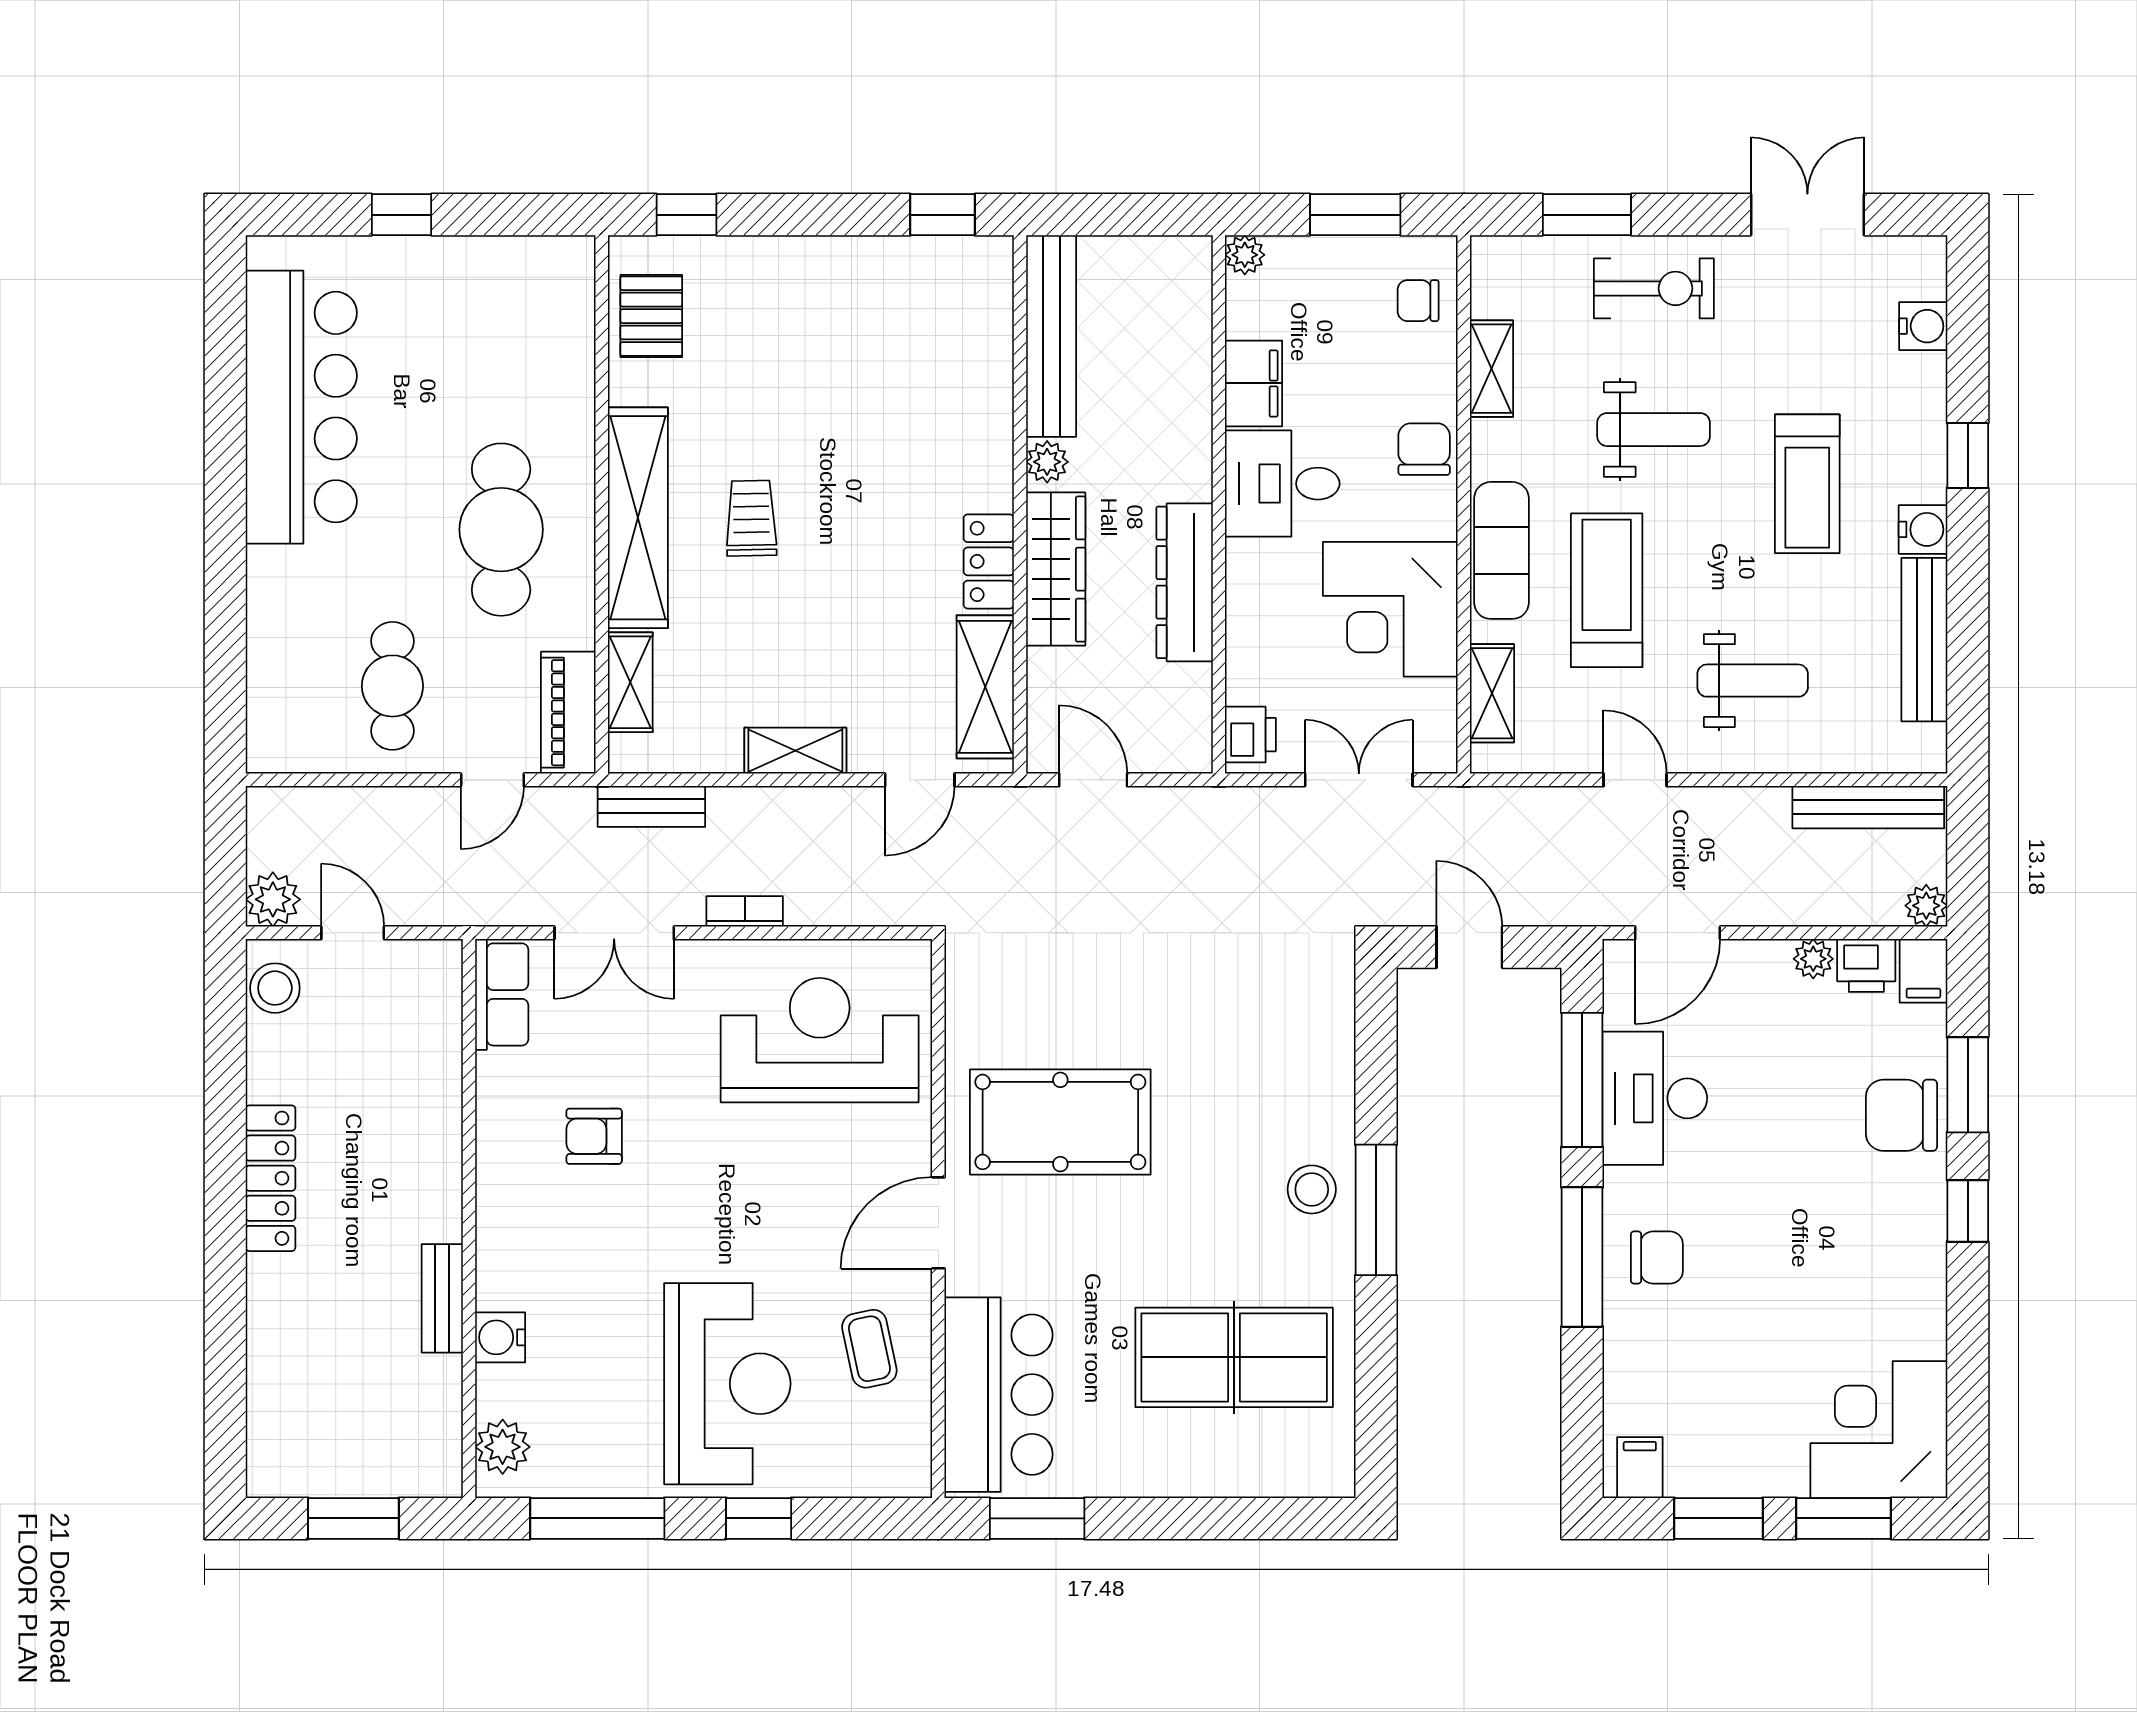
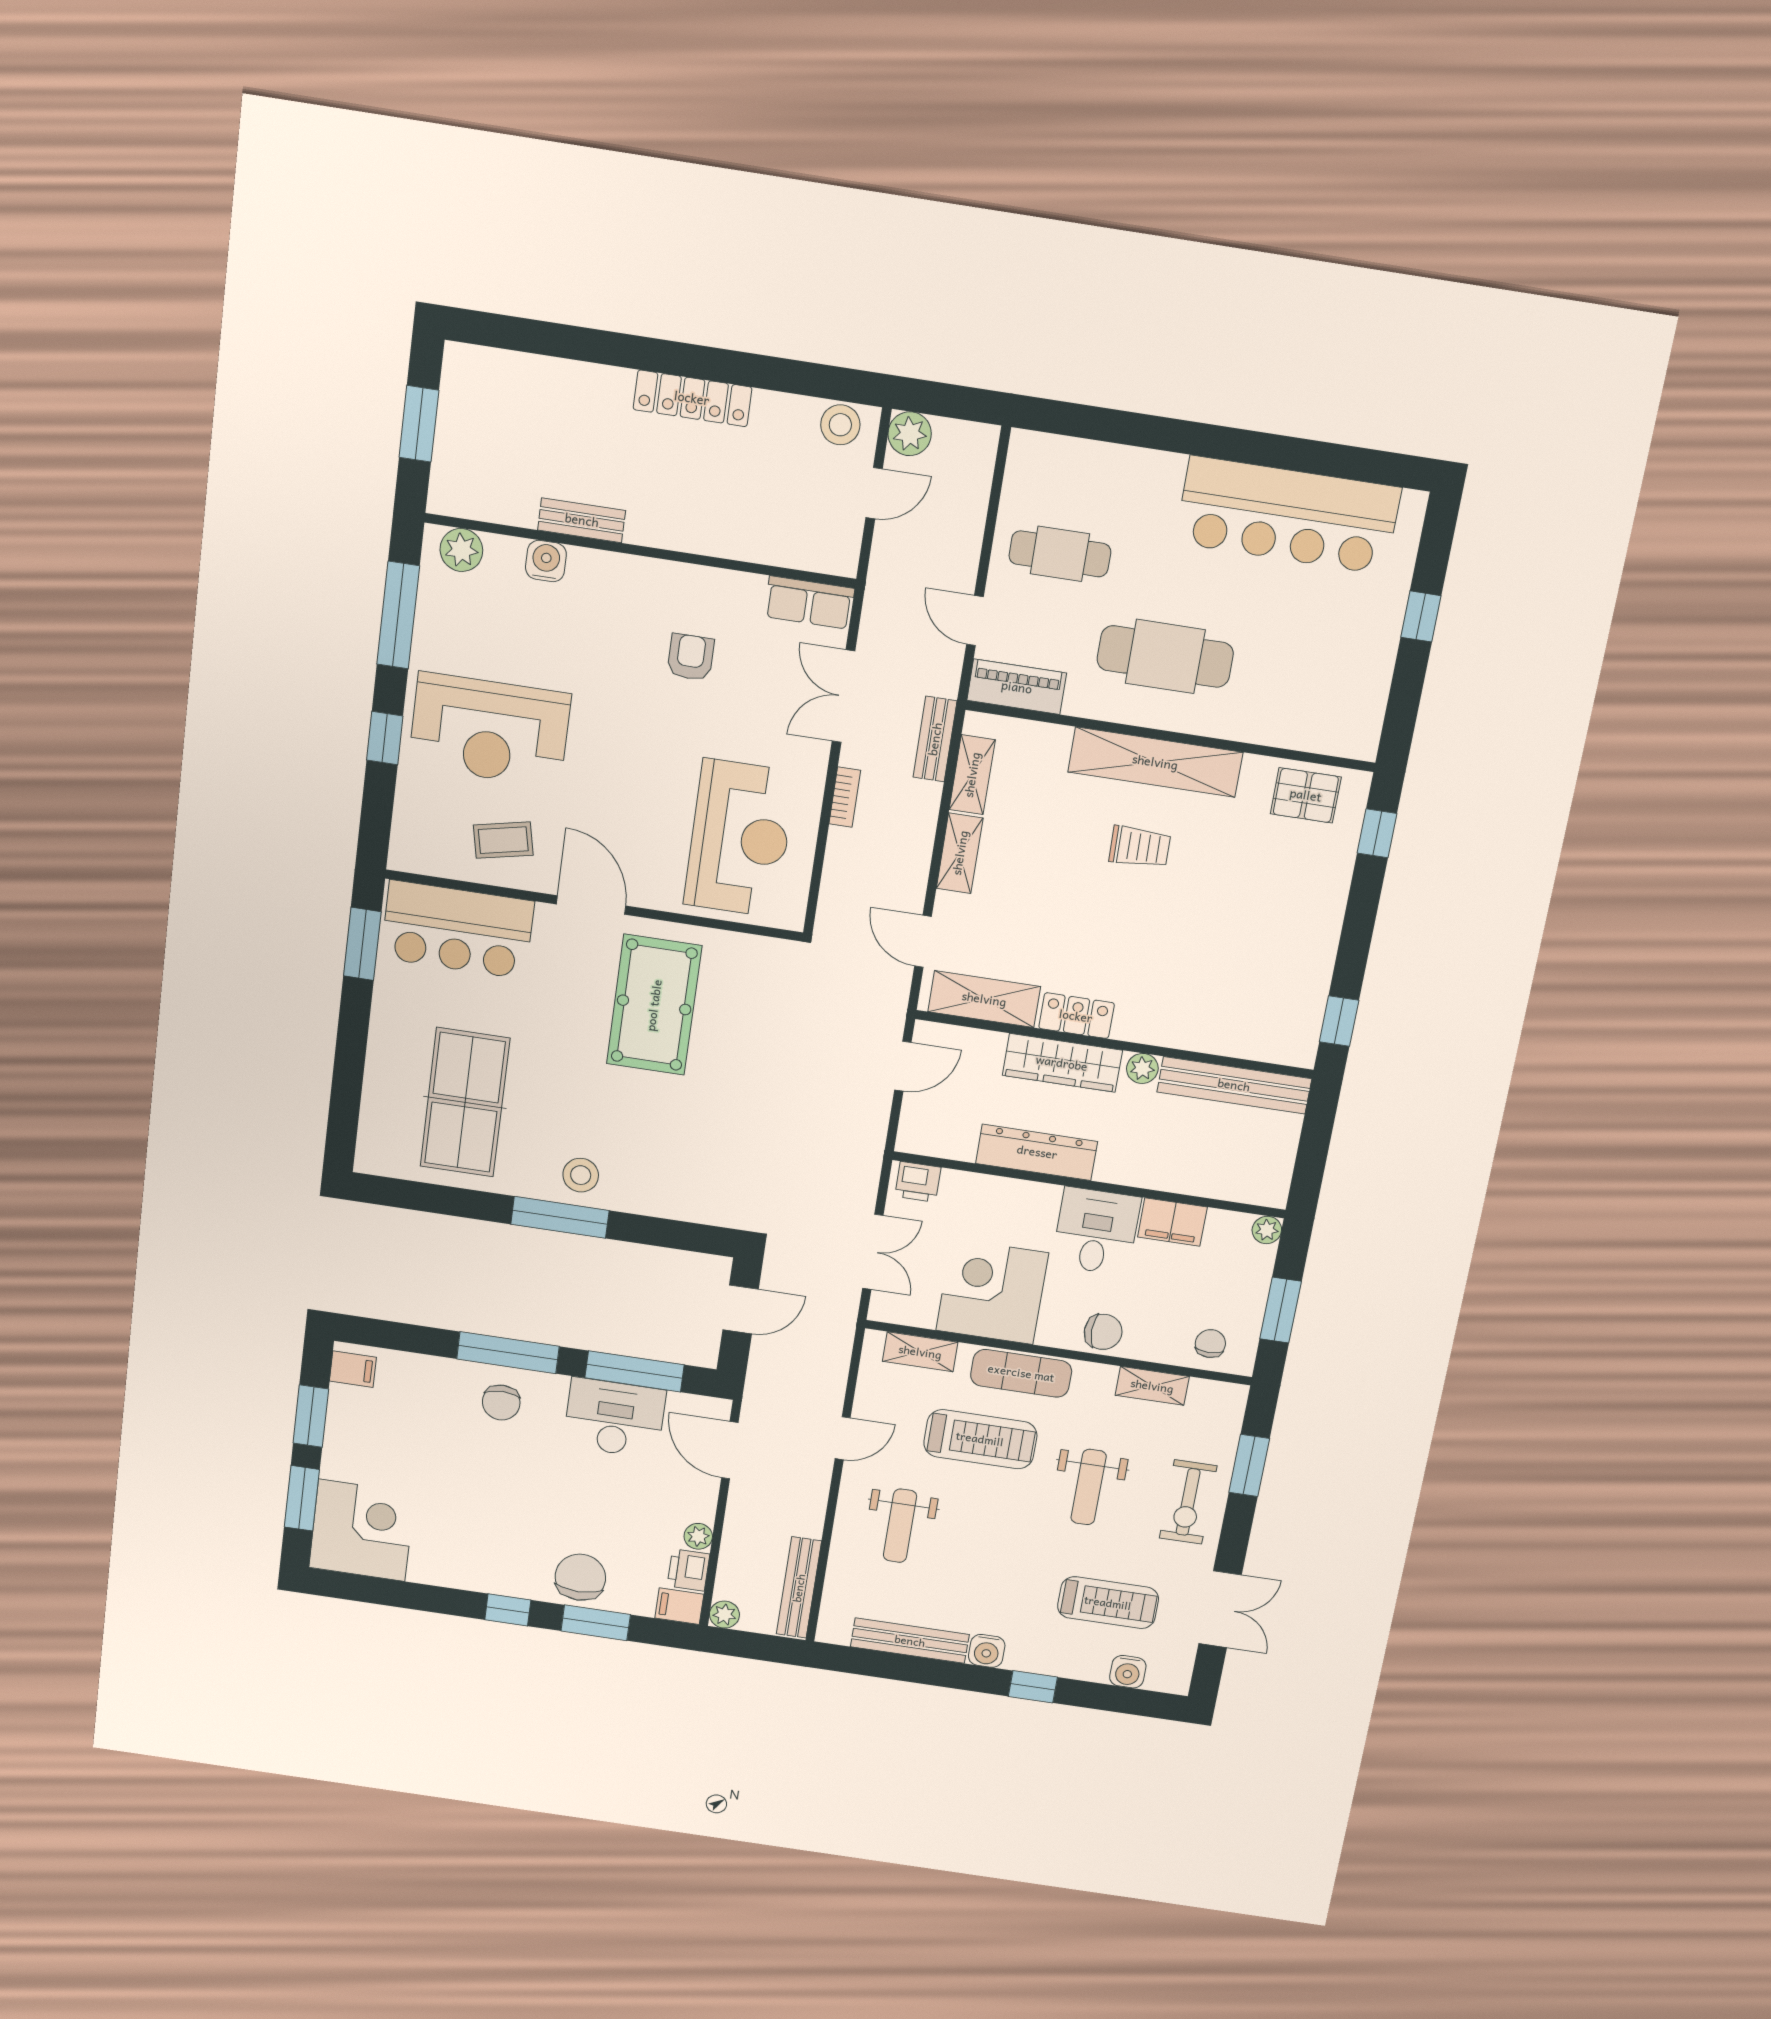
treadmill: (1807, 484) -> (1108, 1603), moved, turned 180
shelving: (630, 682) -> (972, 775), moved, turned 90

